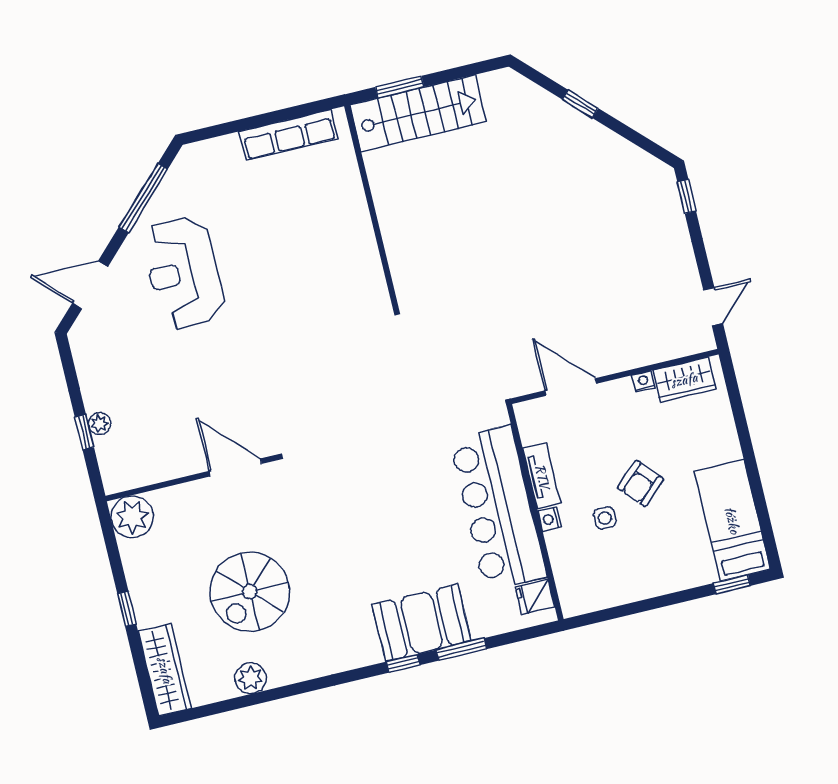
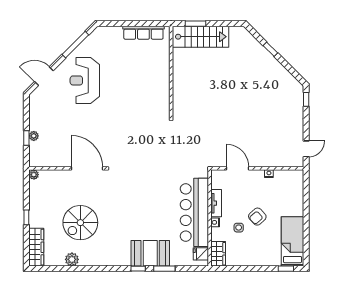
wardrobe: (684, 380) -> (218, 254), moved, turned -90
door: (235, 467) -> (87, 168), width x1.36
plant: (132, 517) -> (34, 175), width x0.53, depth x0.53

